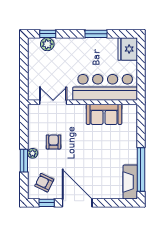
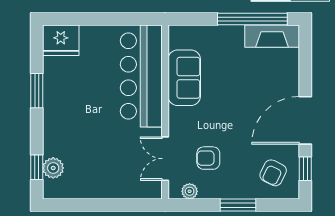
bar counter: (105, 87) -> (141, 76), moved
double door: (53, 102) -> (165, 159), moved
wall: (82, 102) -> (165, 112), moved
sofa: (104, 114) -> (184, 78), moved
plant: (33, 153) -> (190, 191), moved

